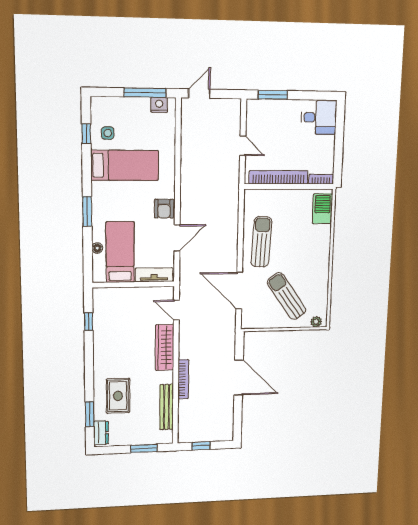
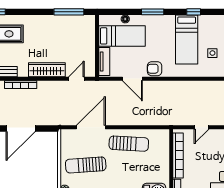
side table: (108, 133) -> (212, 53), moved
window: (86, 134) -> (194, 12), moved
sun lounger: (287, 296) -> (86, 165), turned -149
window: (88, 322) -> (69, 12), width x2.17

